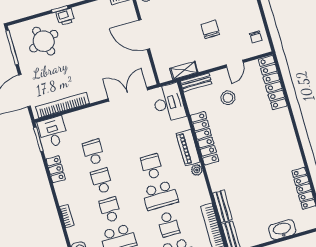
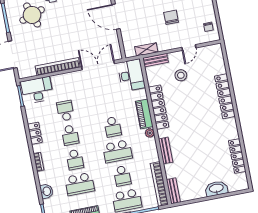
locker: (273, 83) -> (225, 96), moved
bookcase: (62, 105) -> (58, 67), moved
desk: (53, 132) -> (37, 90), width x1.37
school desk: (152, 167) -> (113, 127), turned 180
locker: (56, 169) -> (35, 133), moved
school desk: (102, 181) -> (70, 135), turned 180
bench: (222, 206) -> (166, 151), moved
school desk: (110, 210) -> (75, 160), turned 180

